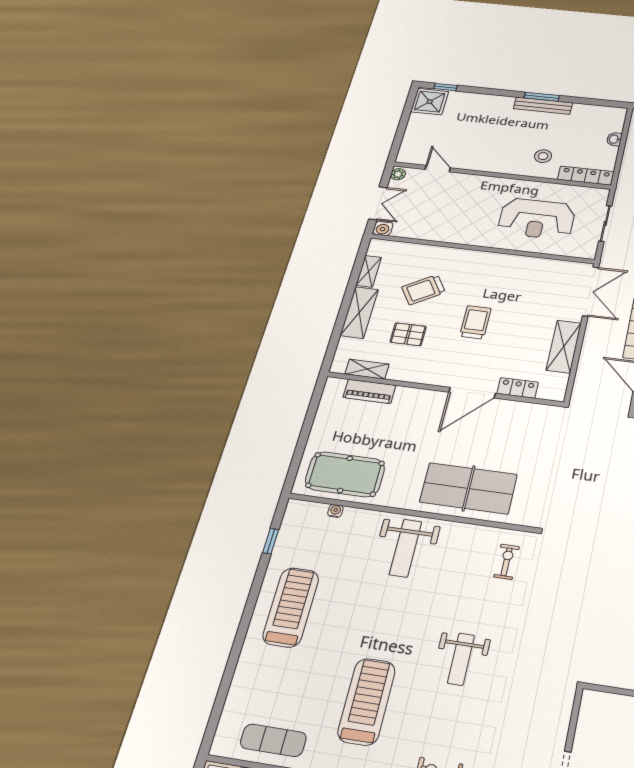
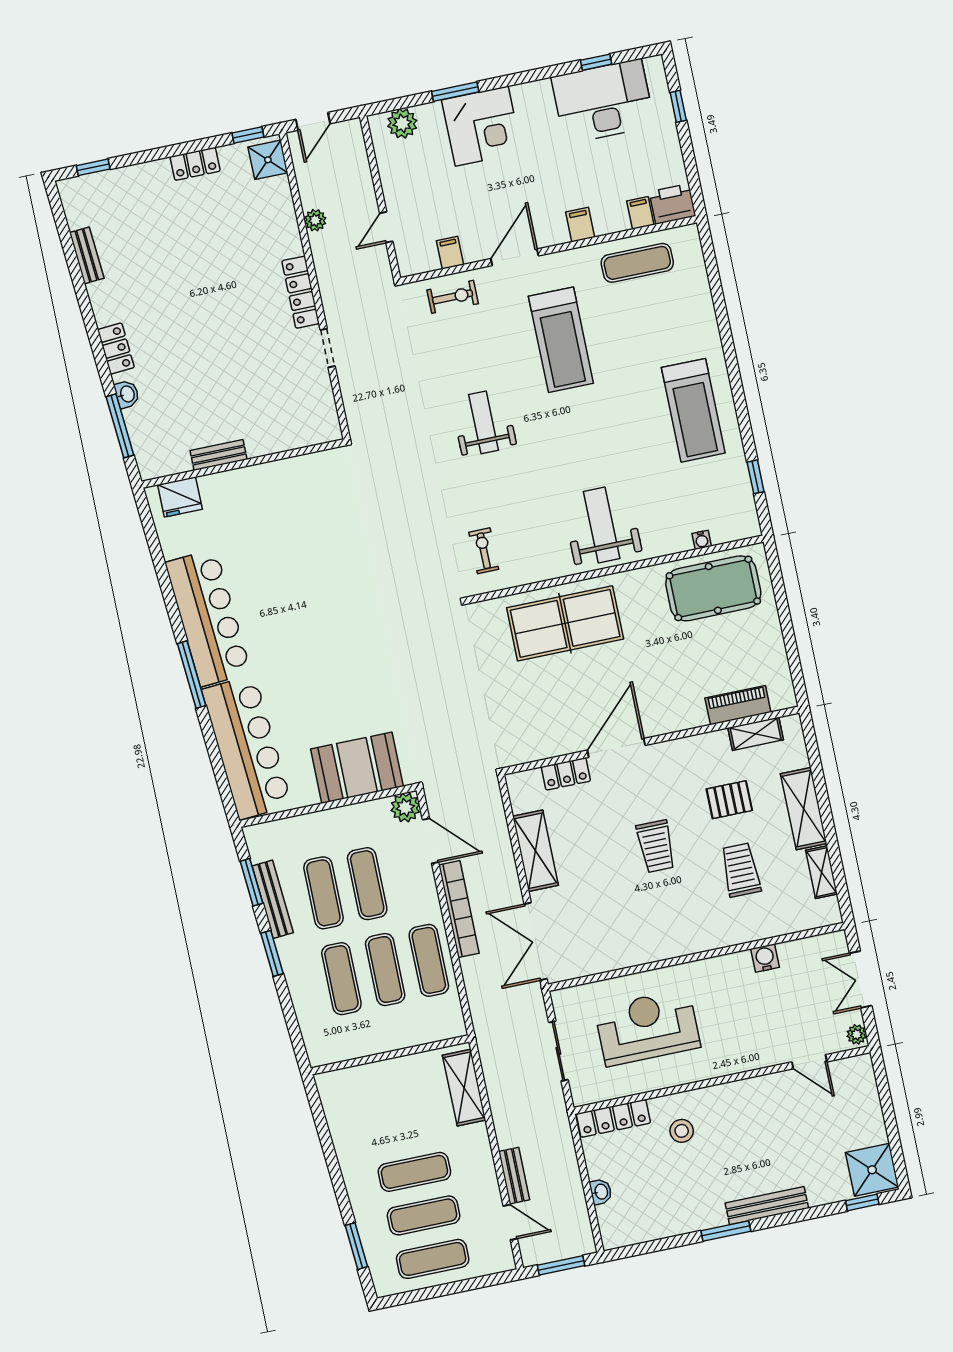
bench: (543, 106) -> (767, 1206), moved
water cooler: (383, 228) -> (765, 958), moved
trolley: (423, 290) -> (741, 870), turned -58
exercise bike: (507, 562) -> (484, 551), turned 180

